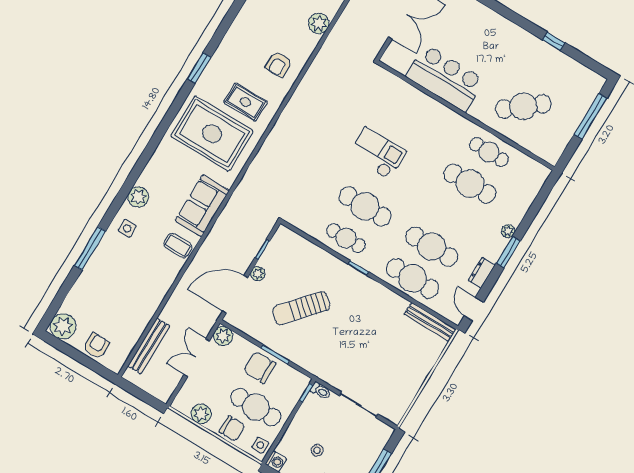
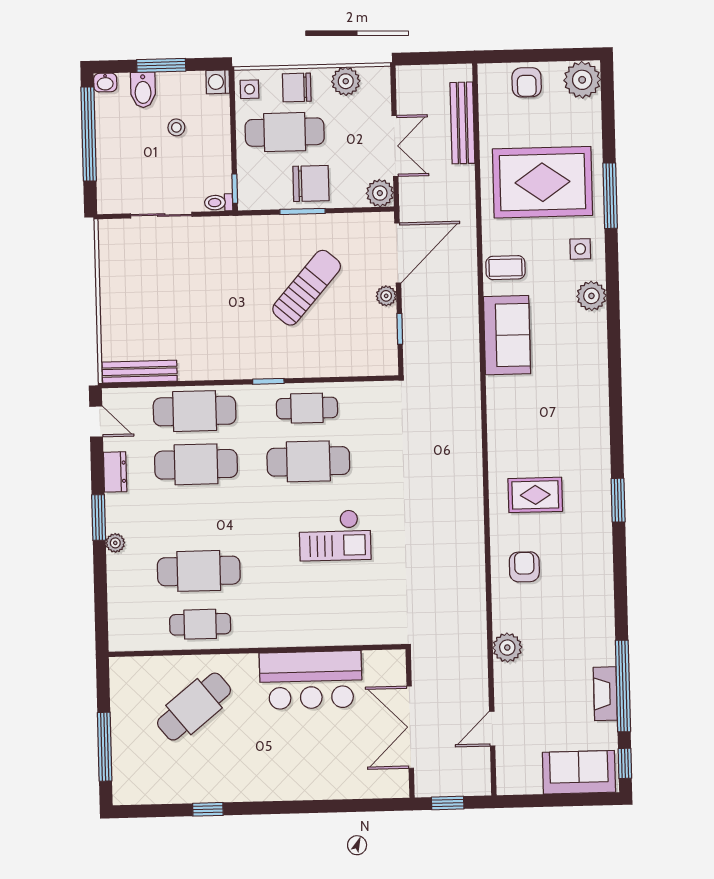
rug: (212, 134) -> (542, 182), moved

